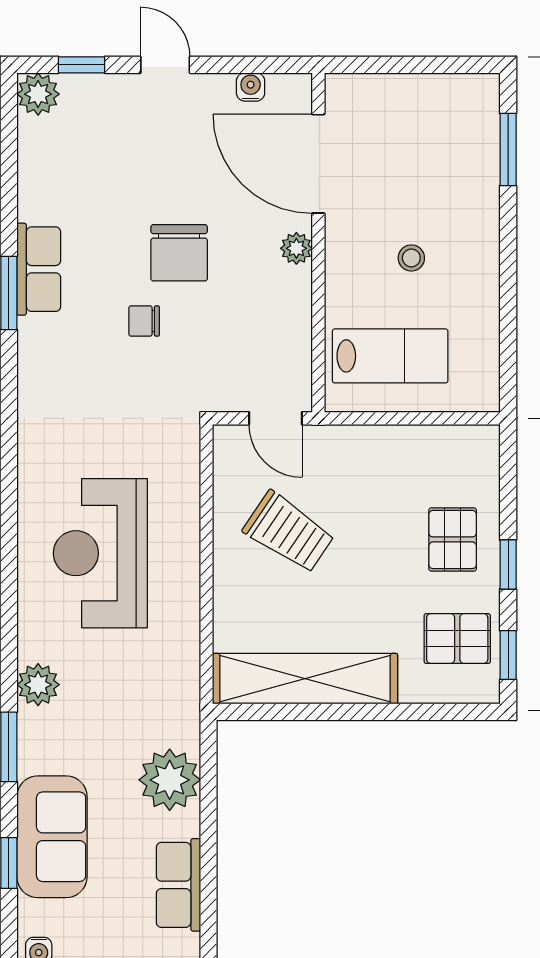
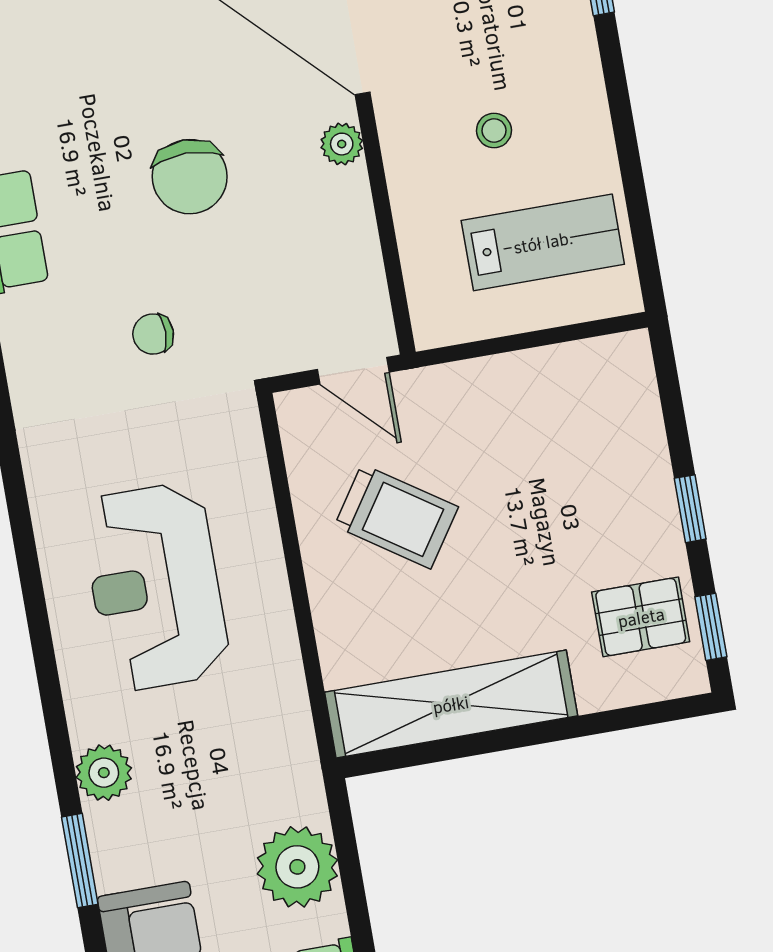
chair: (144, 321) -> (153, 334), moved
lab bench: (390, 356) -> (543, 242), moved
pallet: (453, 539) -> (612, 489), removed

